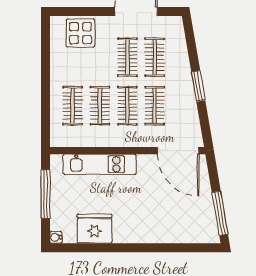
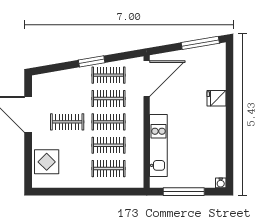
clothes rail: (155, 57) -> (108, 75), moved
fridge: (95, 229) -> (216, 98), moved, width x0.53, depth x0.75

